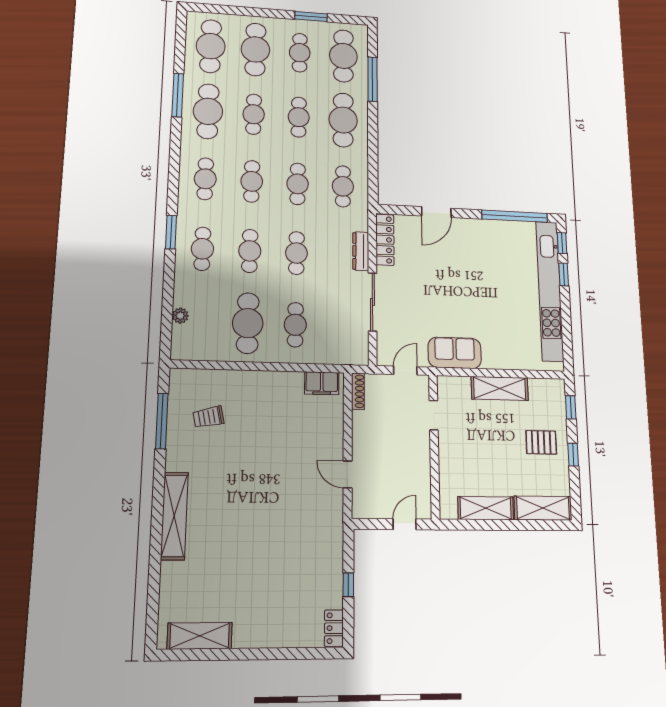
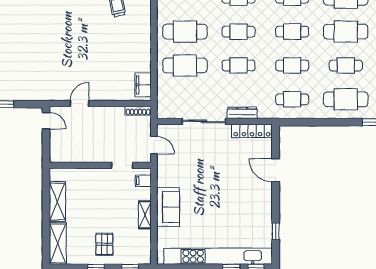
cafe table: (254, 114) -> (346, 32), width x1.37, depth x1.35
window: (515, 216) -> (276, 231), width x0.32
cafe table: (295, 325) -> (185, 65), width x1.37, depth x1.35
sofa: (455, 353) -> (168, 207), moved
filing cabinet: (454, 387) -> (143, 181), added
shelving: (500, 388) -> (145, 215), width x0.67, depth x0.75
door: (405, 524) -> (46, 121), moved

